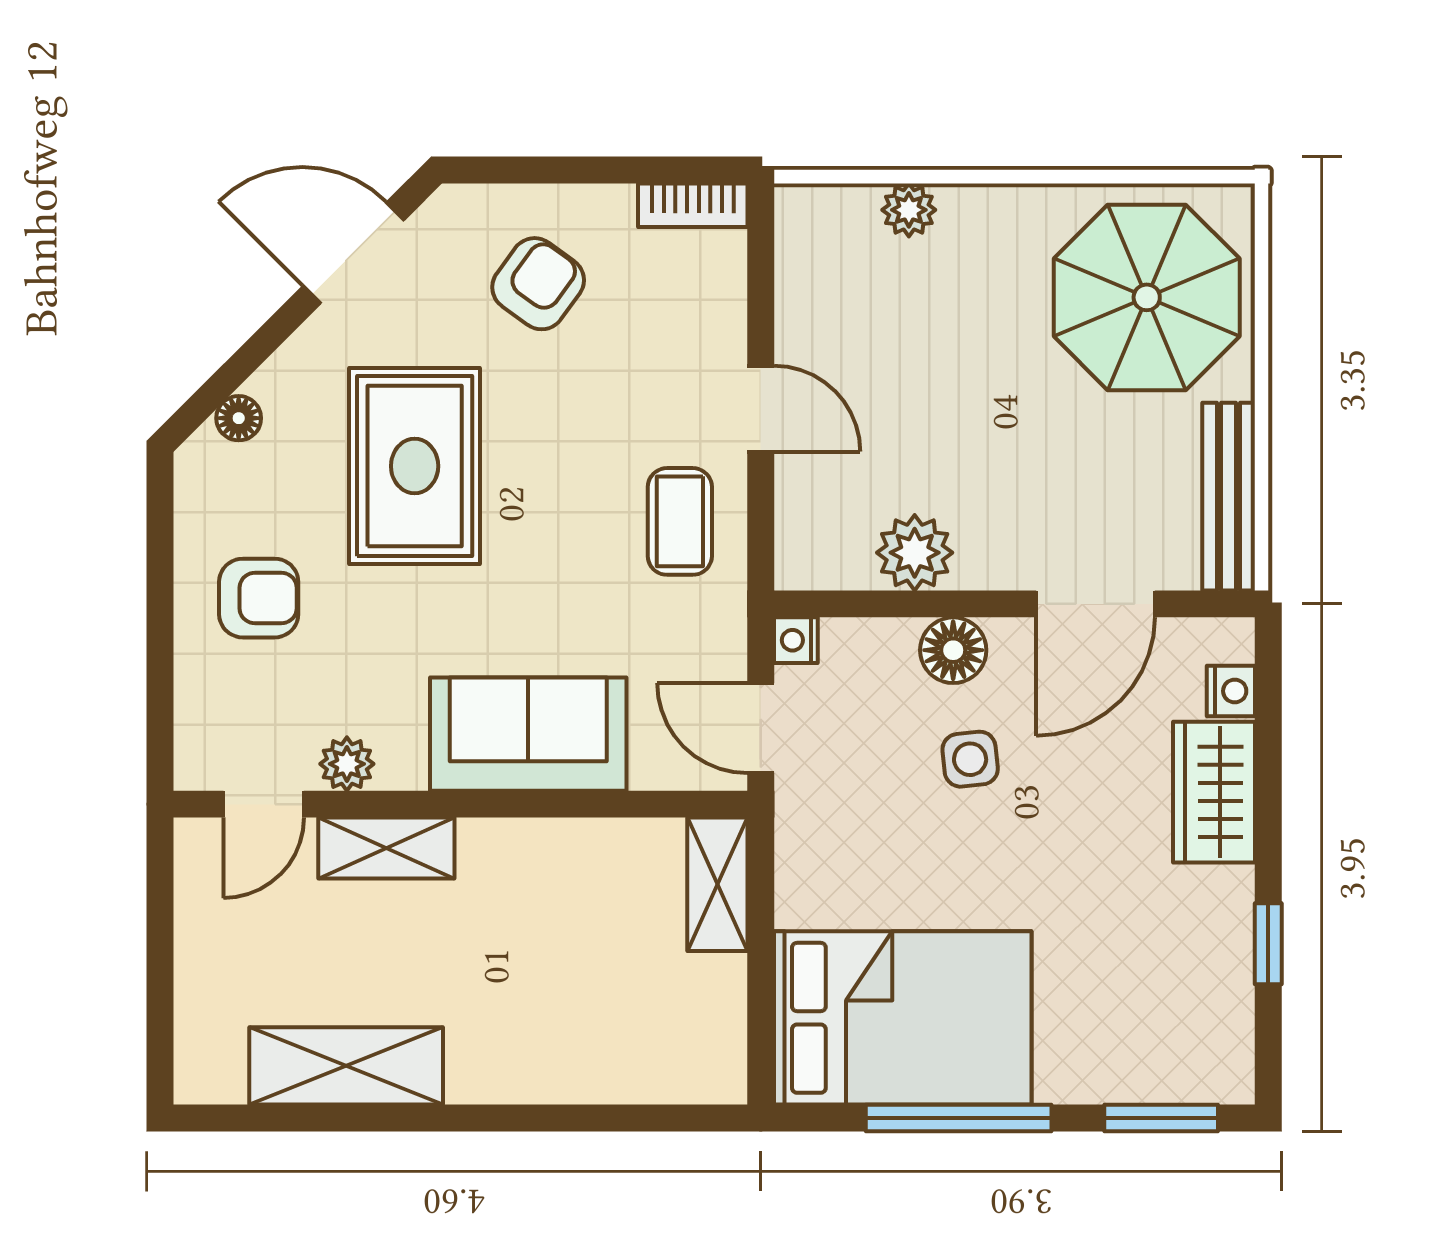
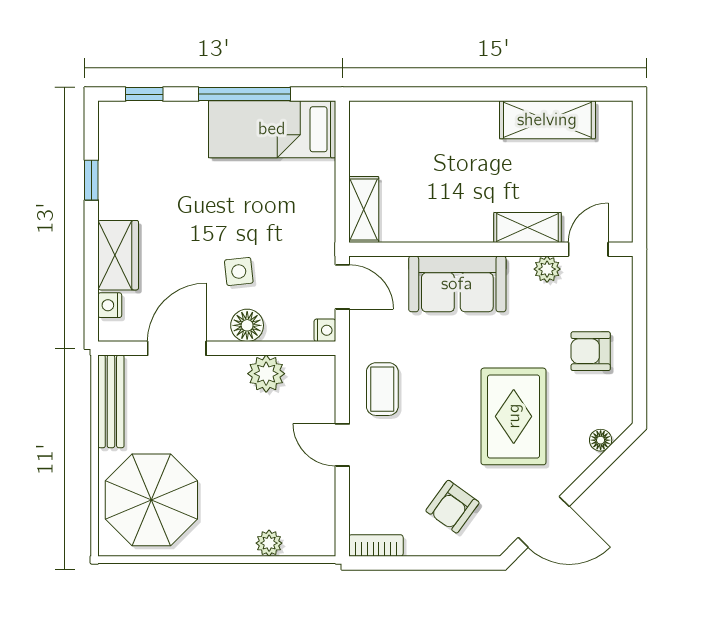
bed: (903, 1018) -> (272, 129), width x0.67
window: (1161, 1118) -> (144, 94), width x0.67

